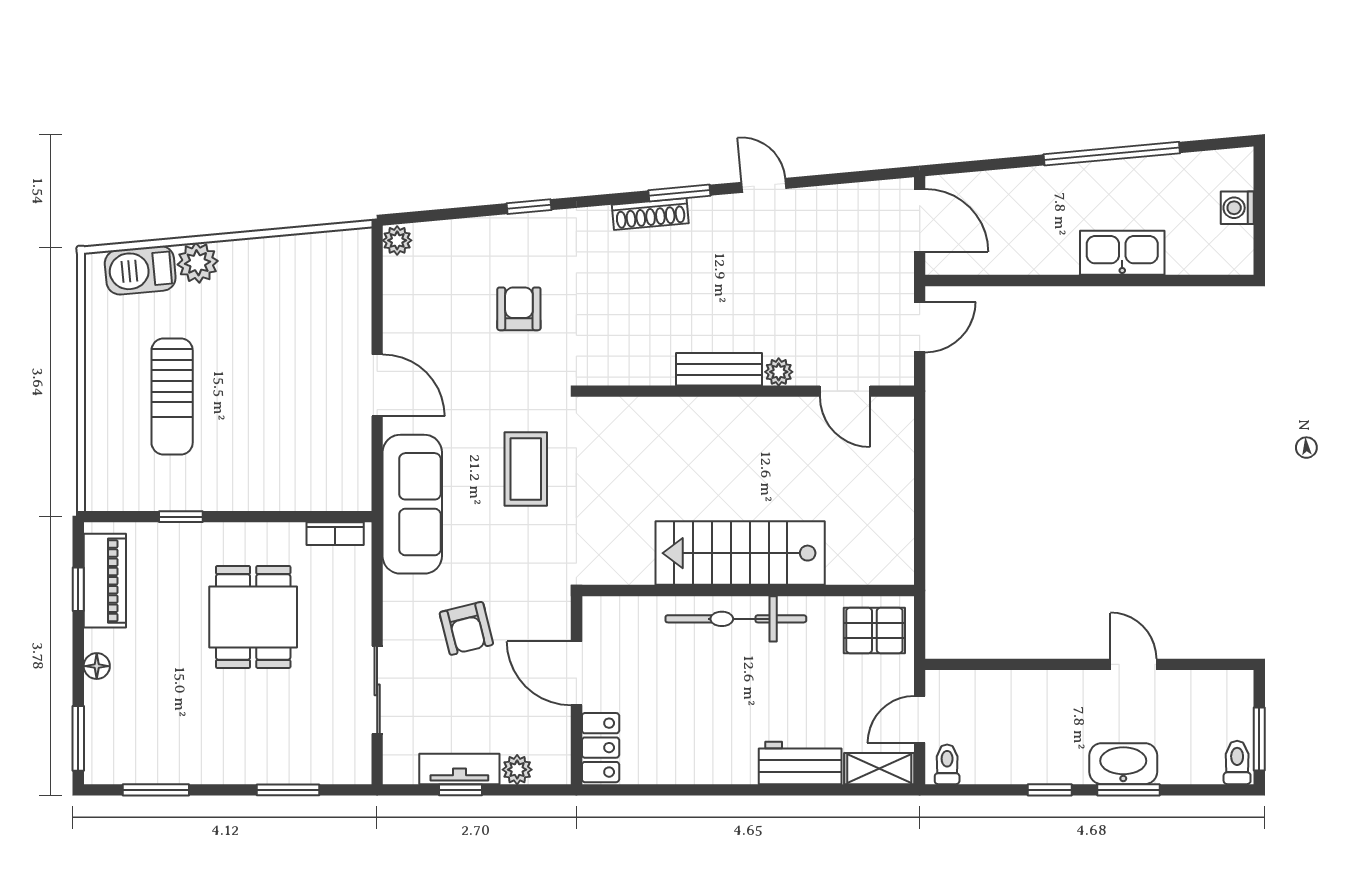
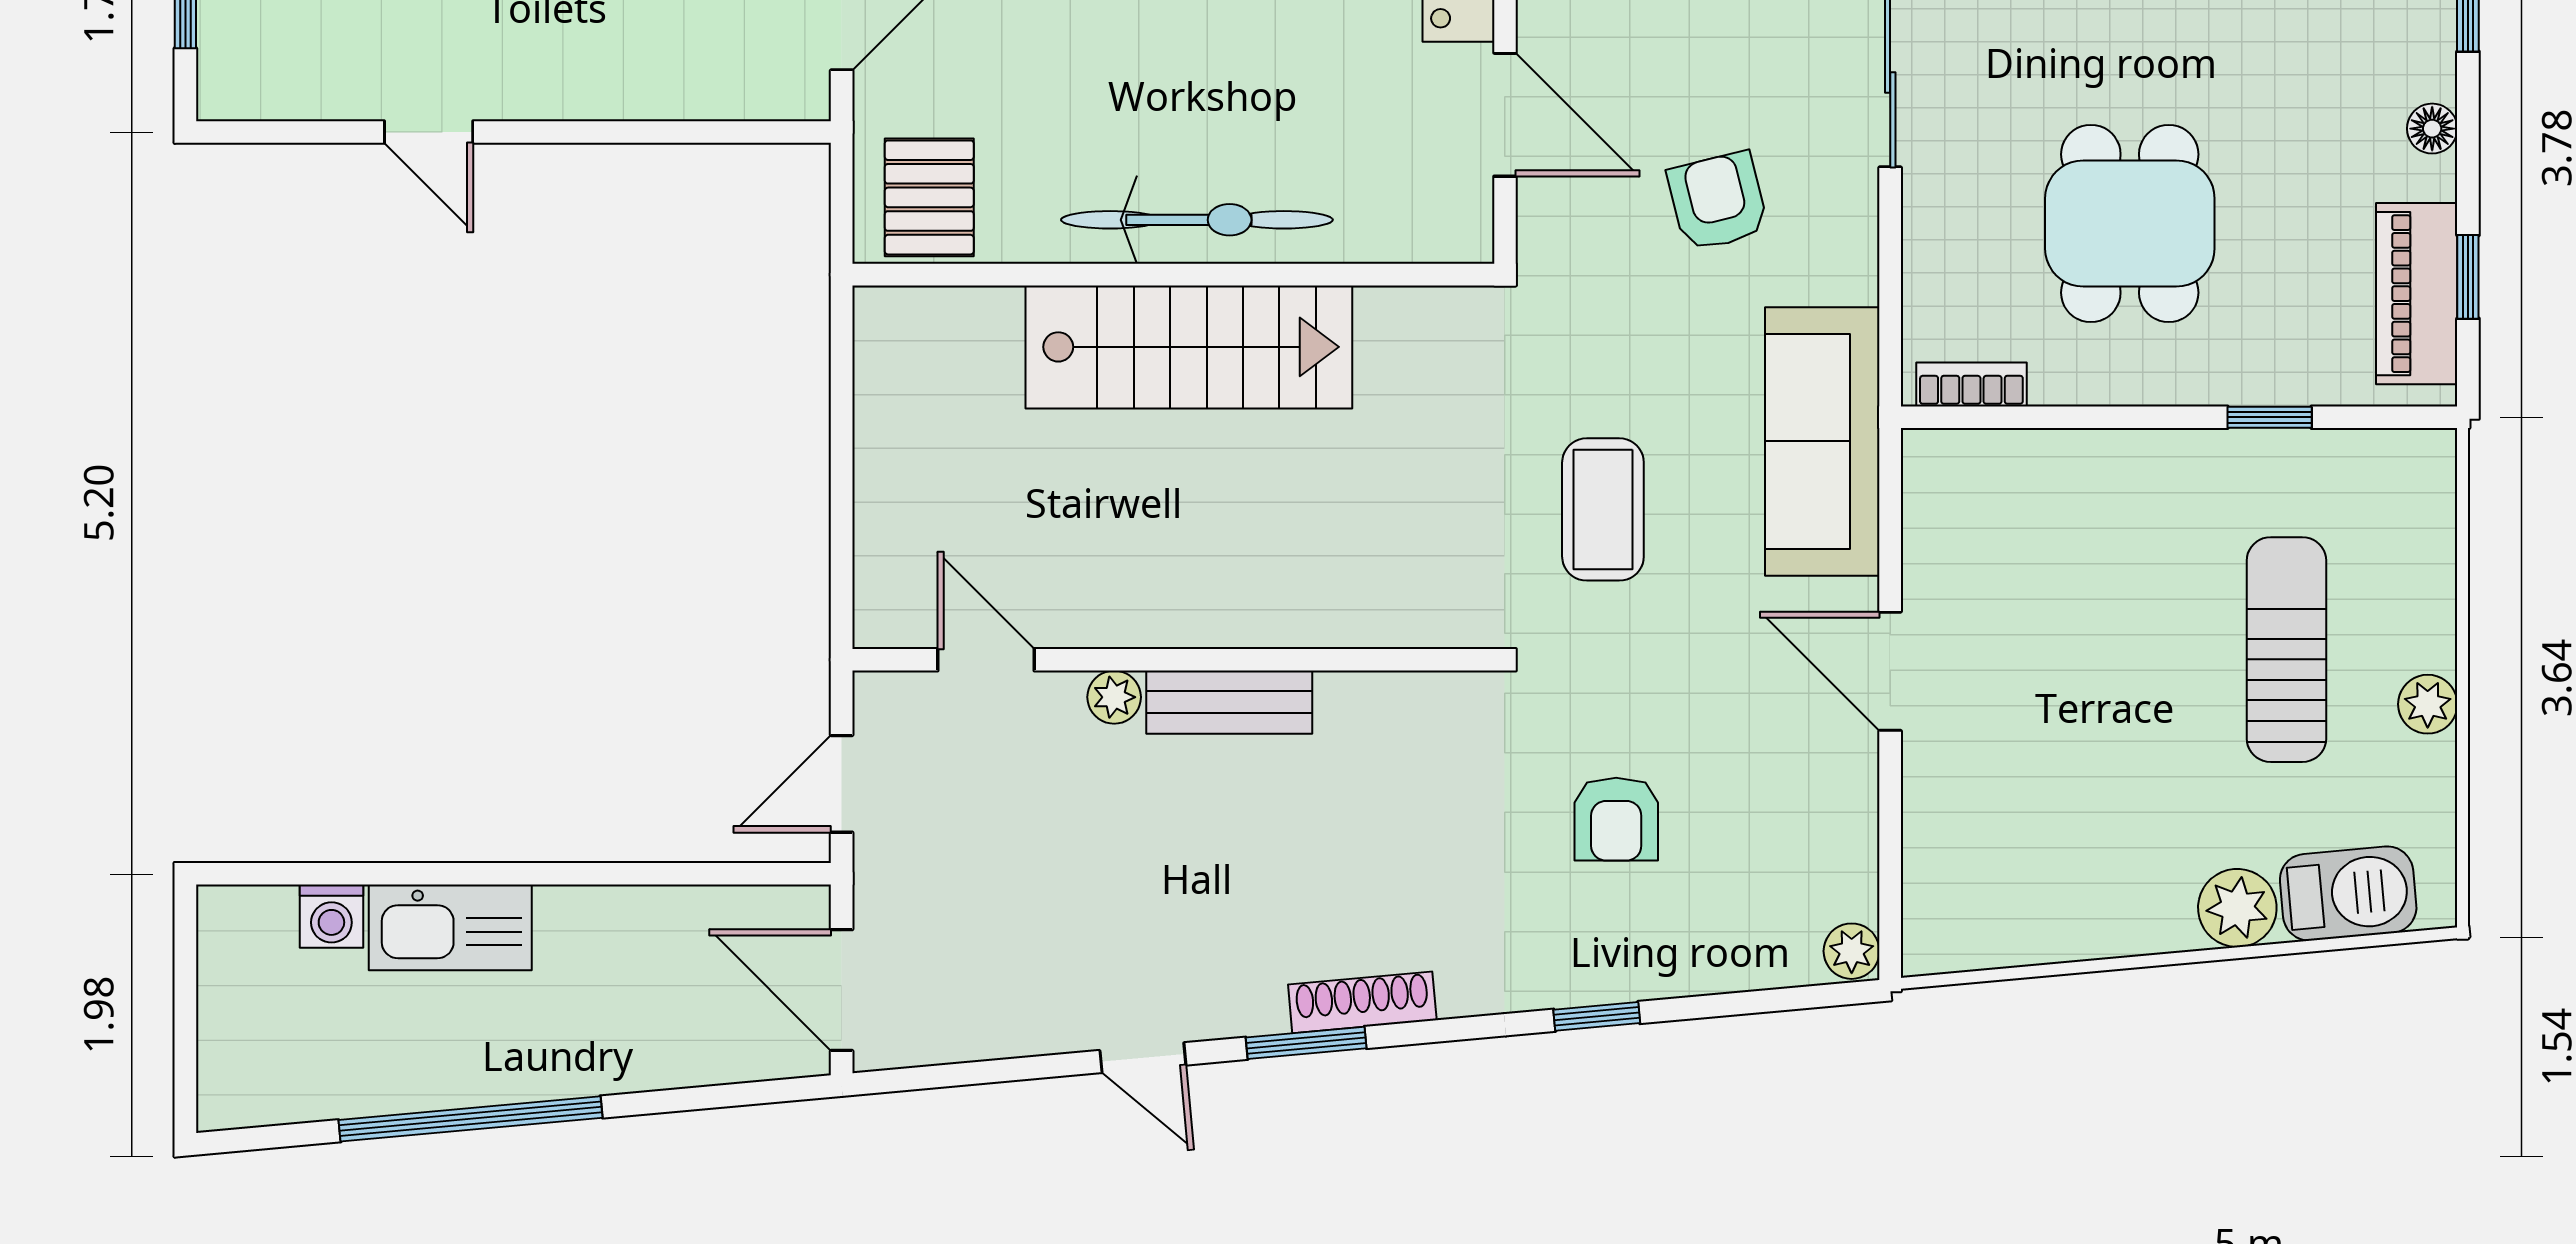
washing machine: (1237, 208) -> (331, 916), moved, turned 90
plant: (99, 368) -> (2428, 704), added
pallet: (874, 630) -> (929, 197), turned 90

